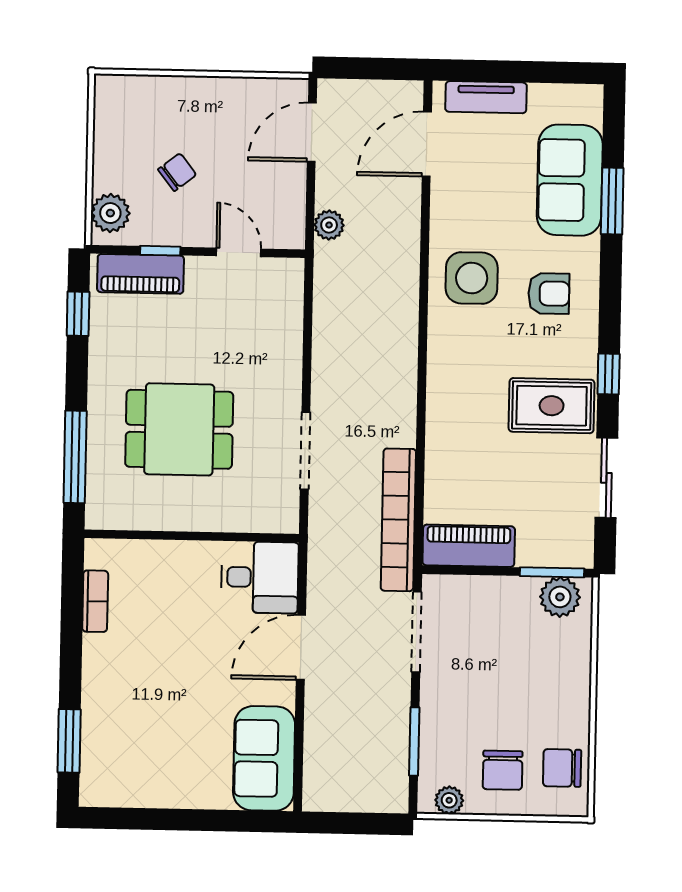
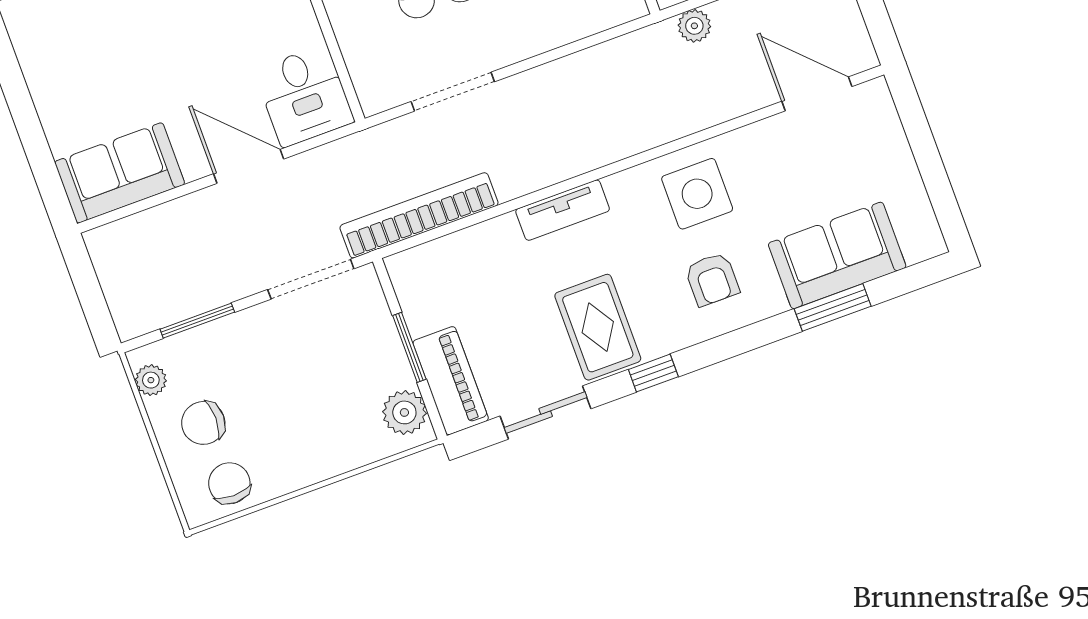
tv unit: (486, 97) -> (563, 210), moved, turned -90
piano: (469, 546) -> (451, 381), moved
window: (552, 572) -> (409, 347), moved

